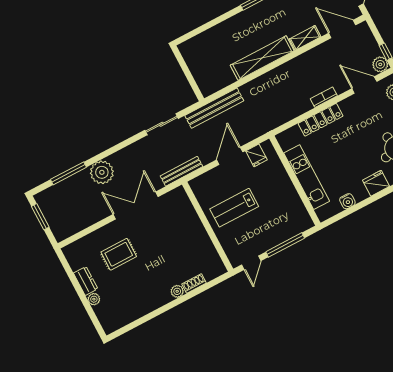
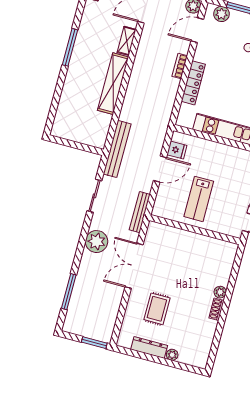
door: (230, 156) -> (160, 169), swing flipped
plant: (102, 172) -> (97, 242), moved
window: (40, 217) -> (94, 343), moved
dresser: (86, 281) -> (149, 347), width x1.44
shoe rack: (194, 283) -> (216, 309), moved

